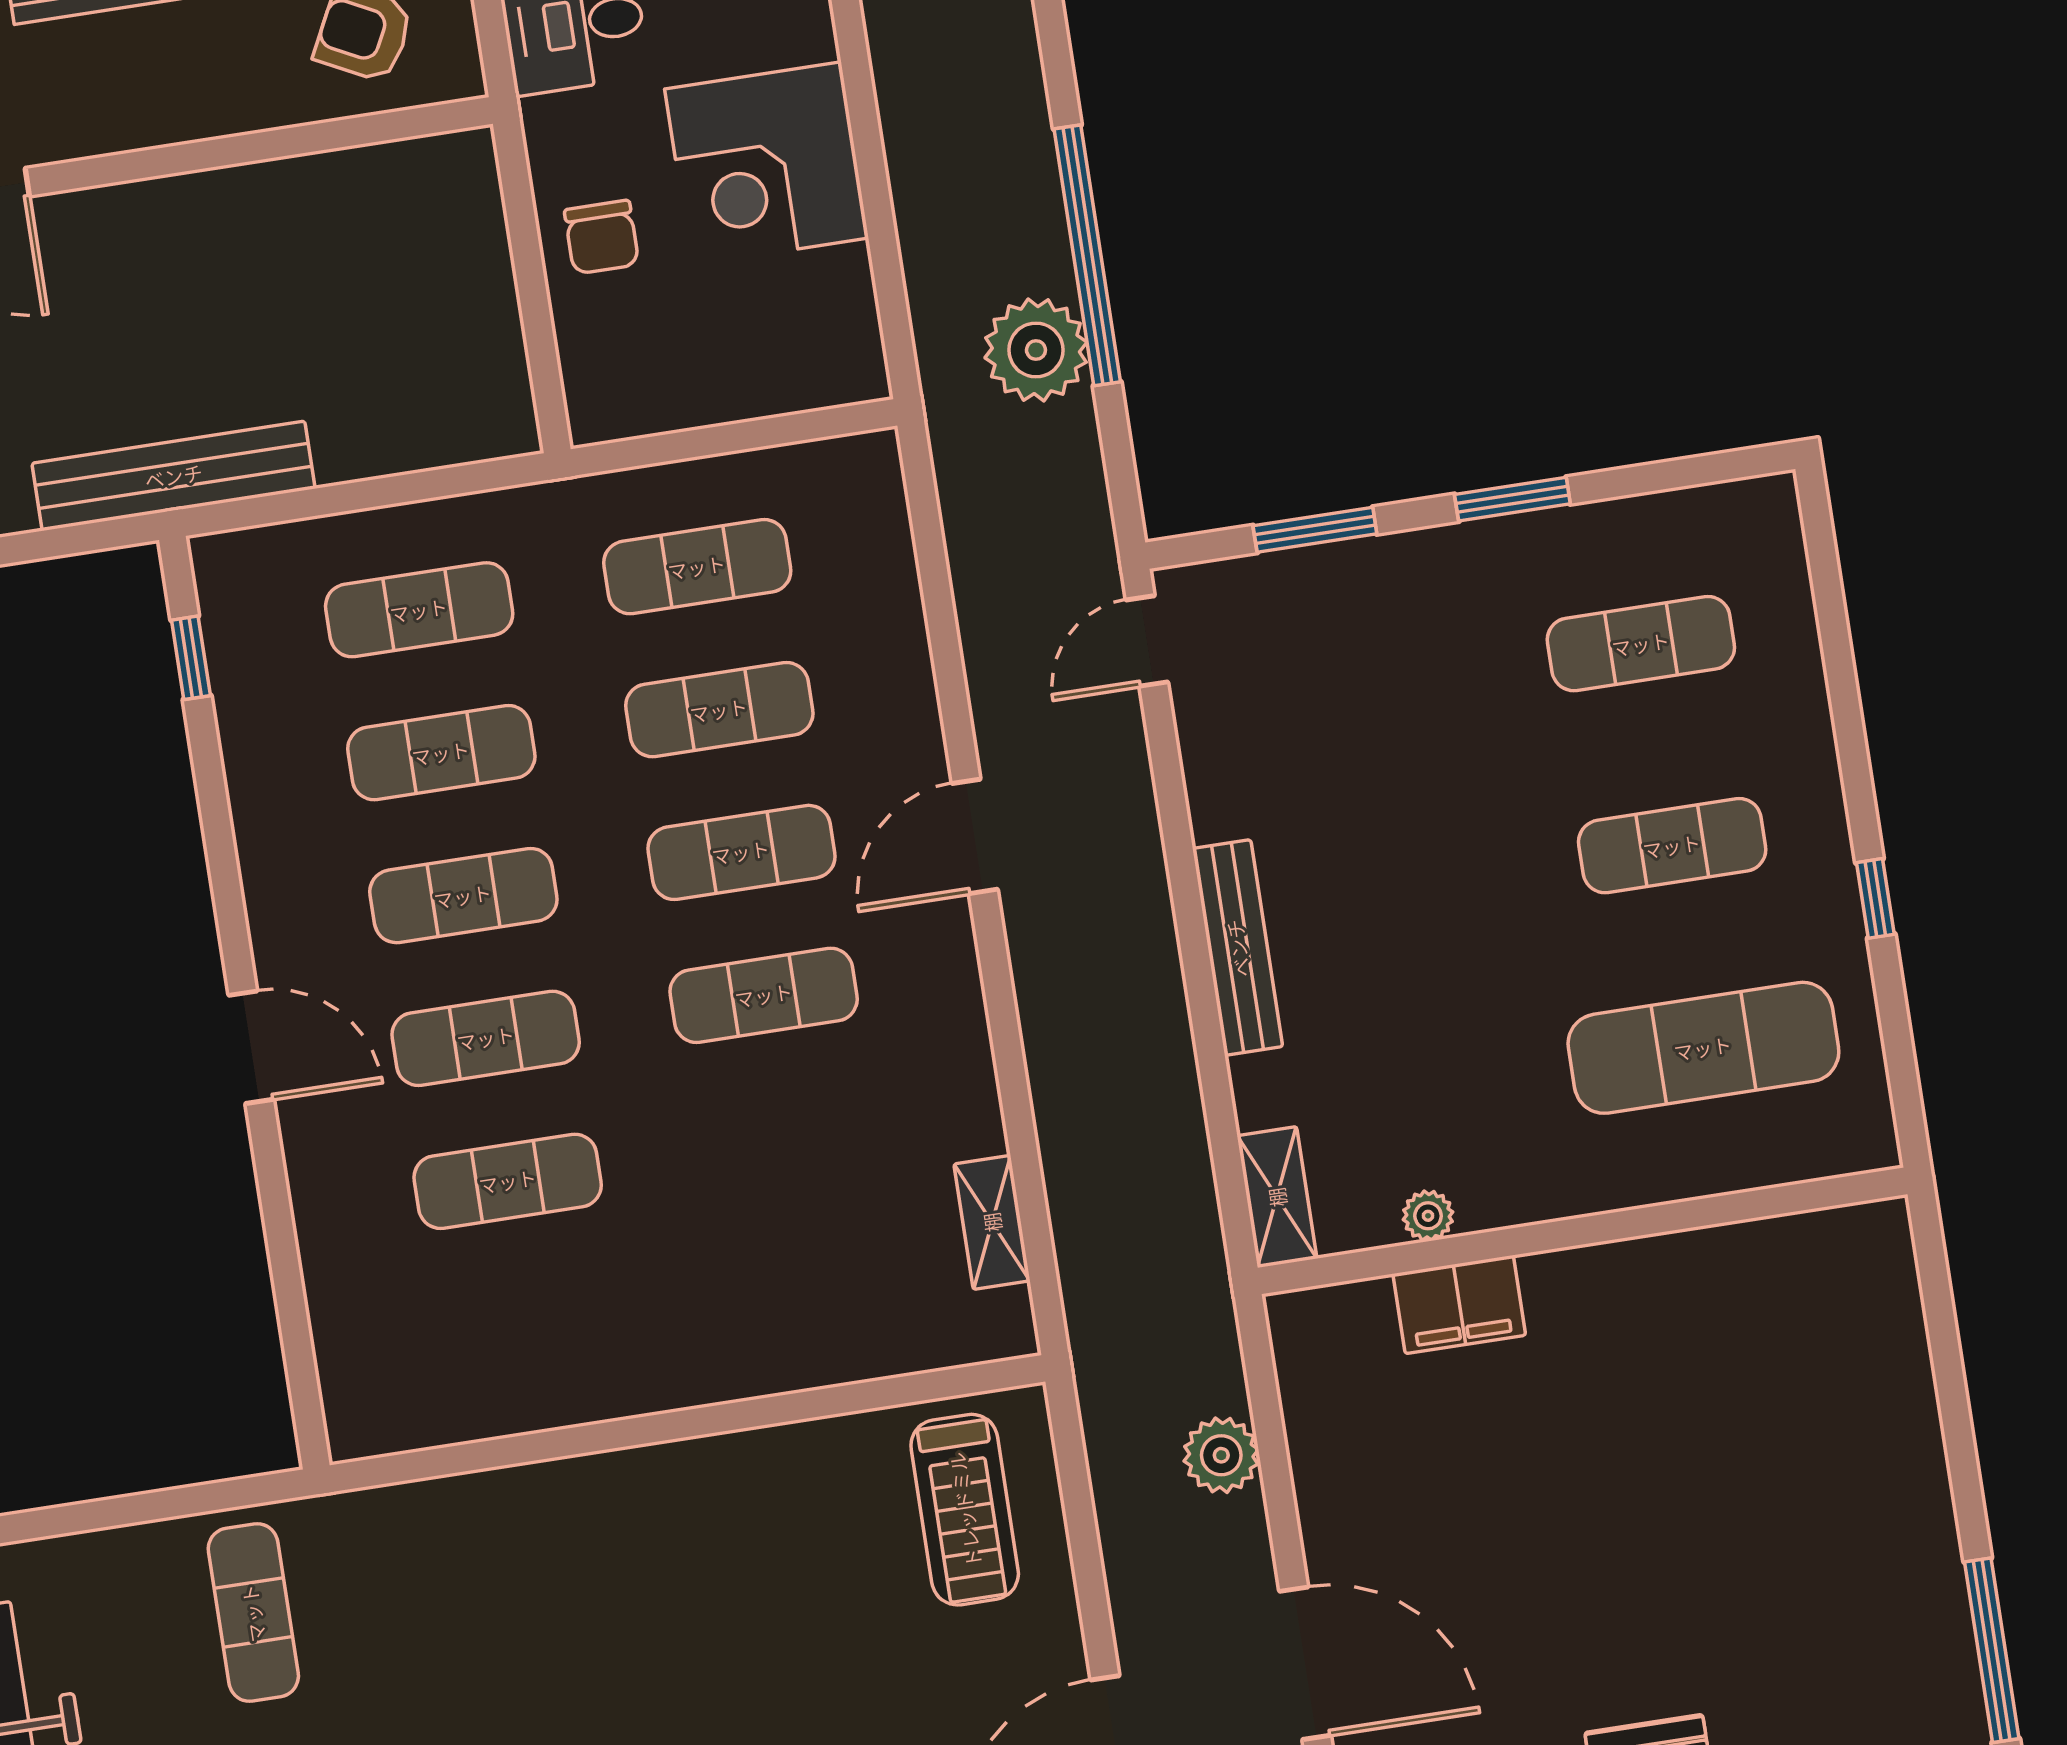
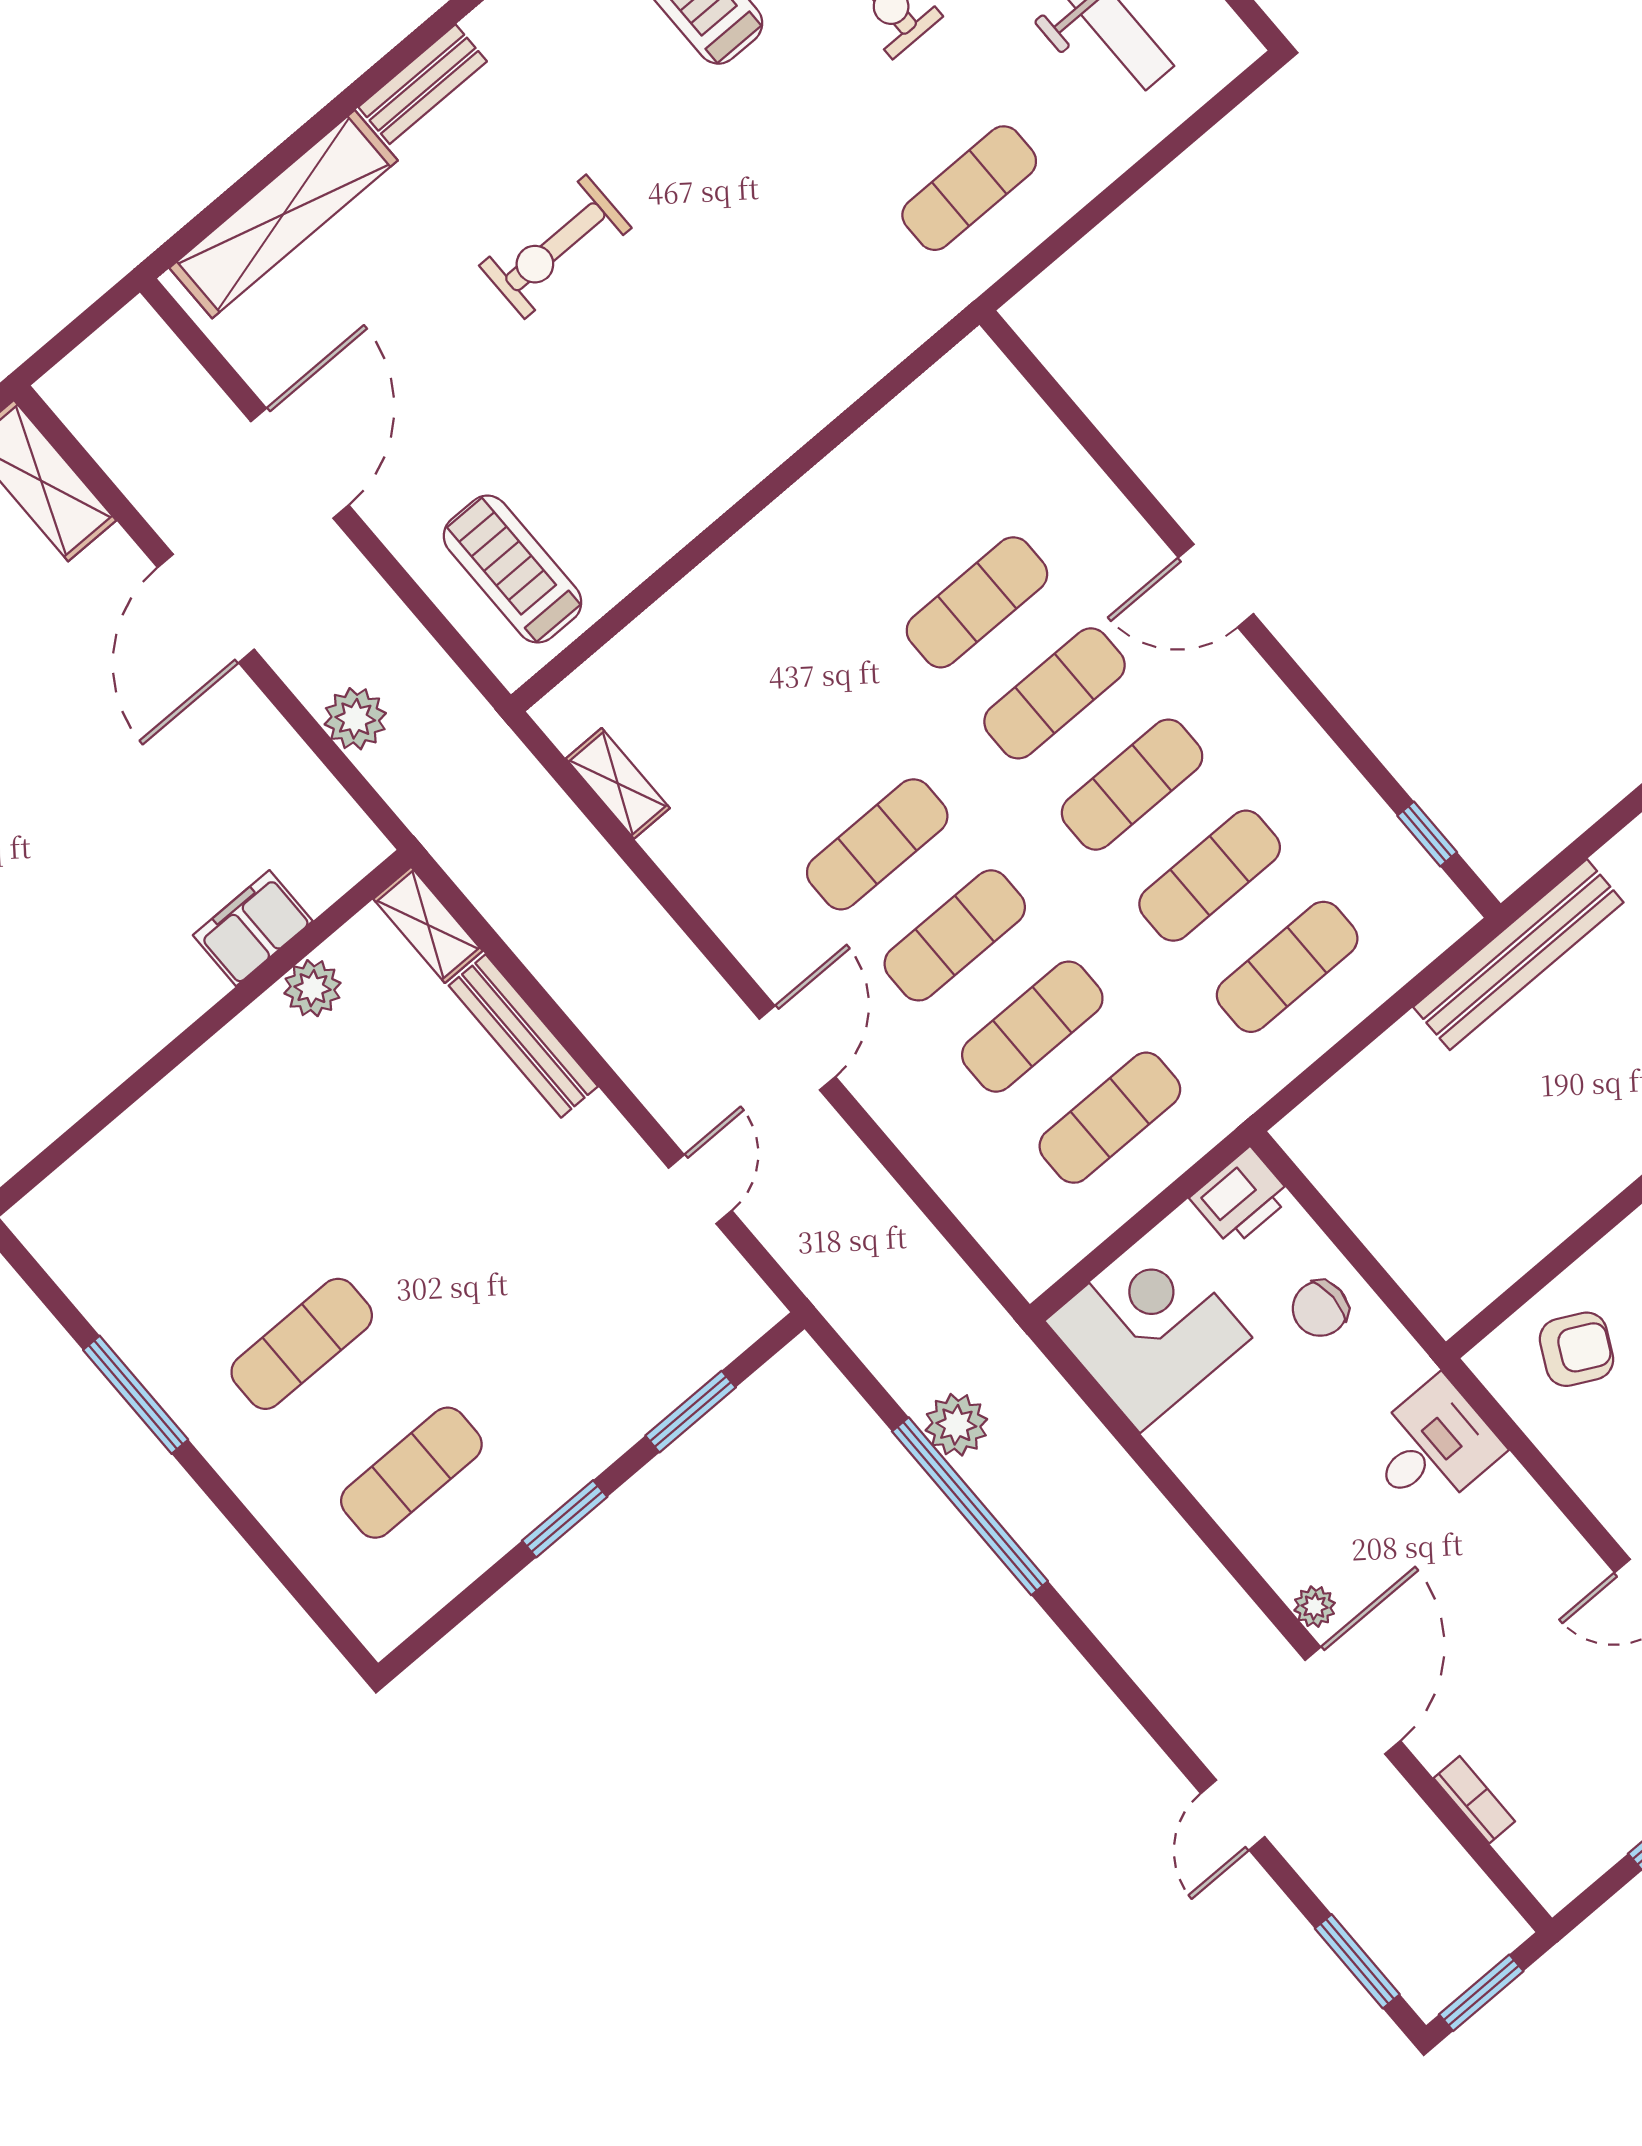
corner desk: (767, 164) -> (1148, 1329), moved
chair: (602, 237) -> (1320, 1309), turned -90
plant: (1036, 350) -> (956, 1425), width x0.73, depth x0.73
printer: (613, 402) -> (1241, 1197), added
door: (1147, 641) -> (700, 1189), moved
window: (1875, 898) -> (136, 1395), width x2.17
bench: (1238, 948) -> (523, 1036), moved
exercise mat: (1703, 1048) -> (192, 1215), removed
plant: (1428, 1216) -> (312, 988), width x1.38, depth x1.38
exercise mat: (253, 1613) -> (969, 188), turned 90
door: (1305, 1663) -> (206, 608), hinge flipped

